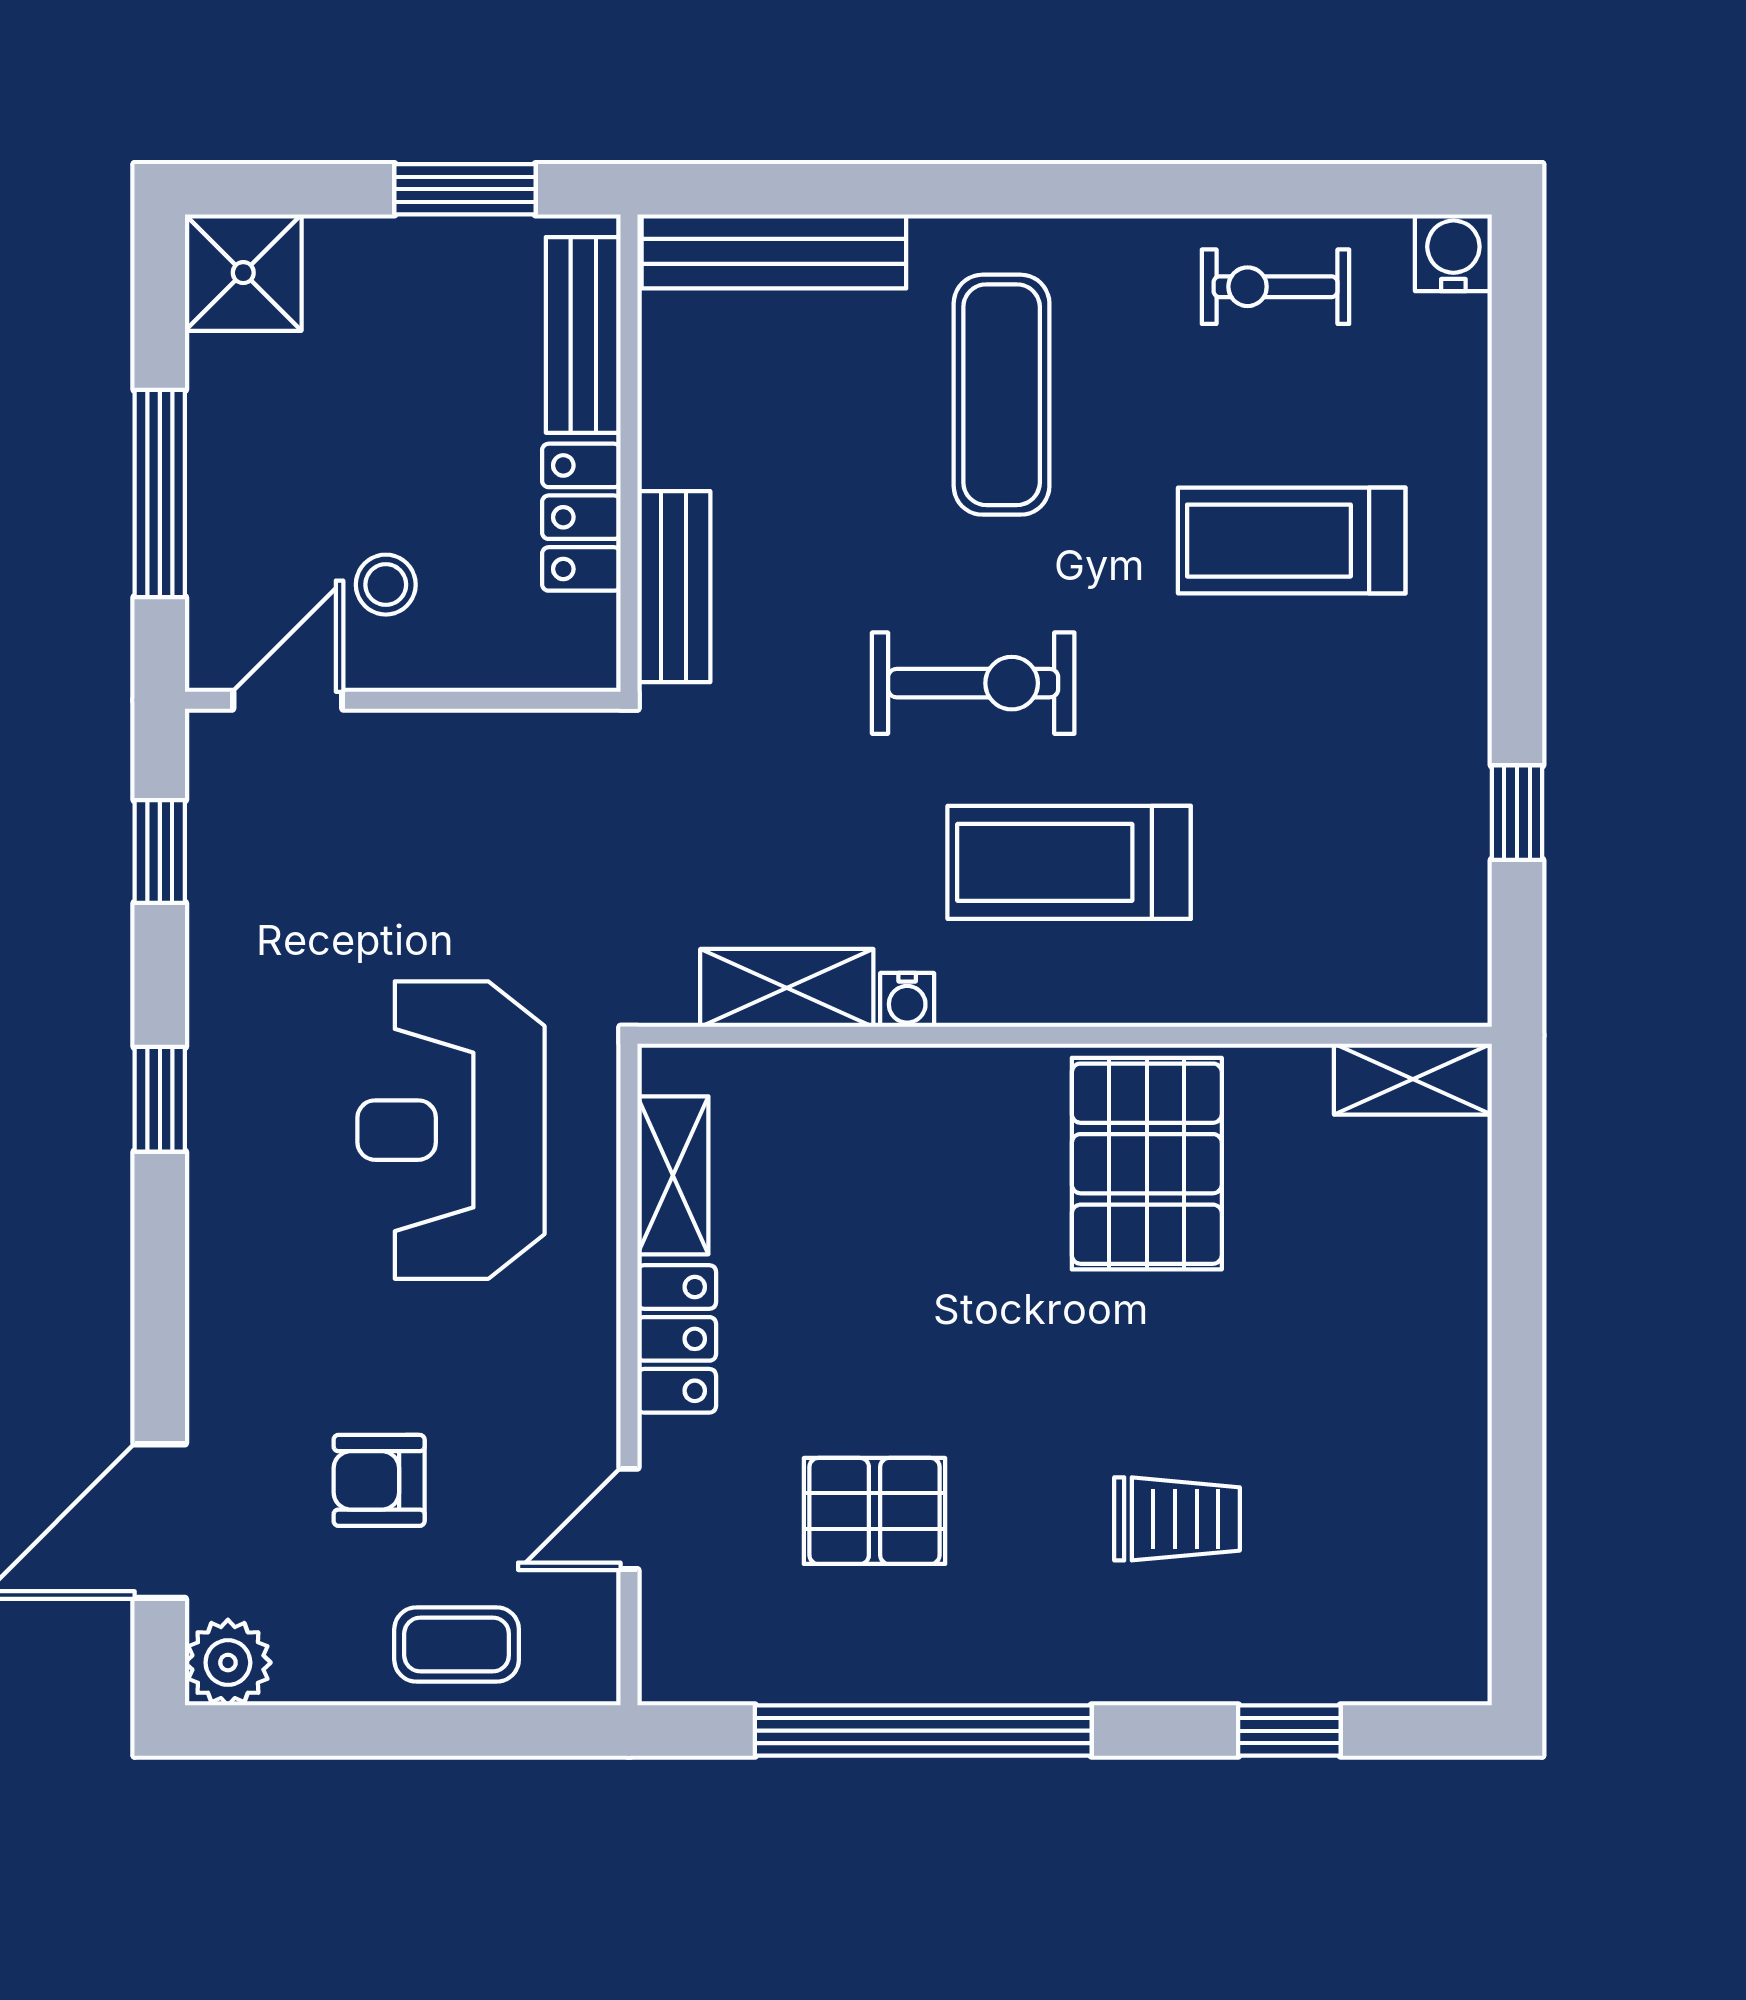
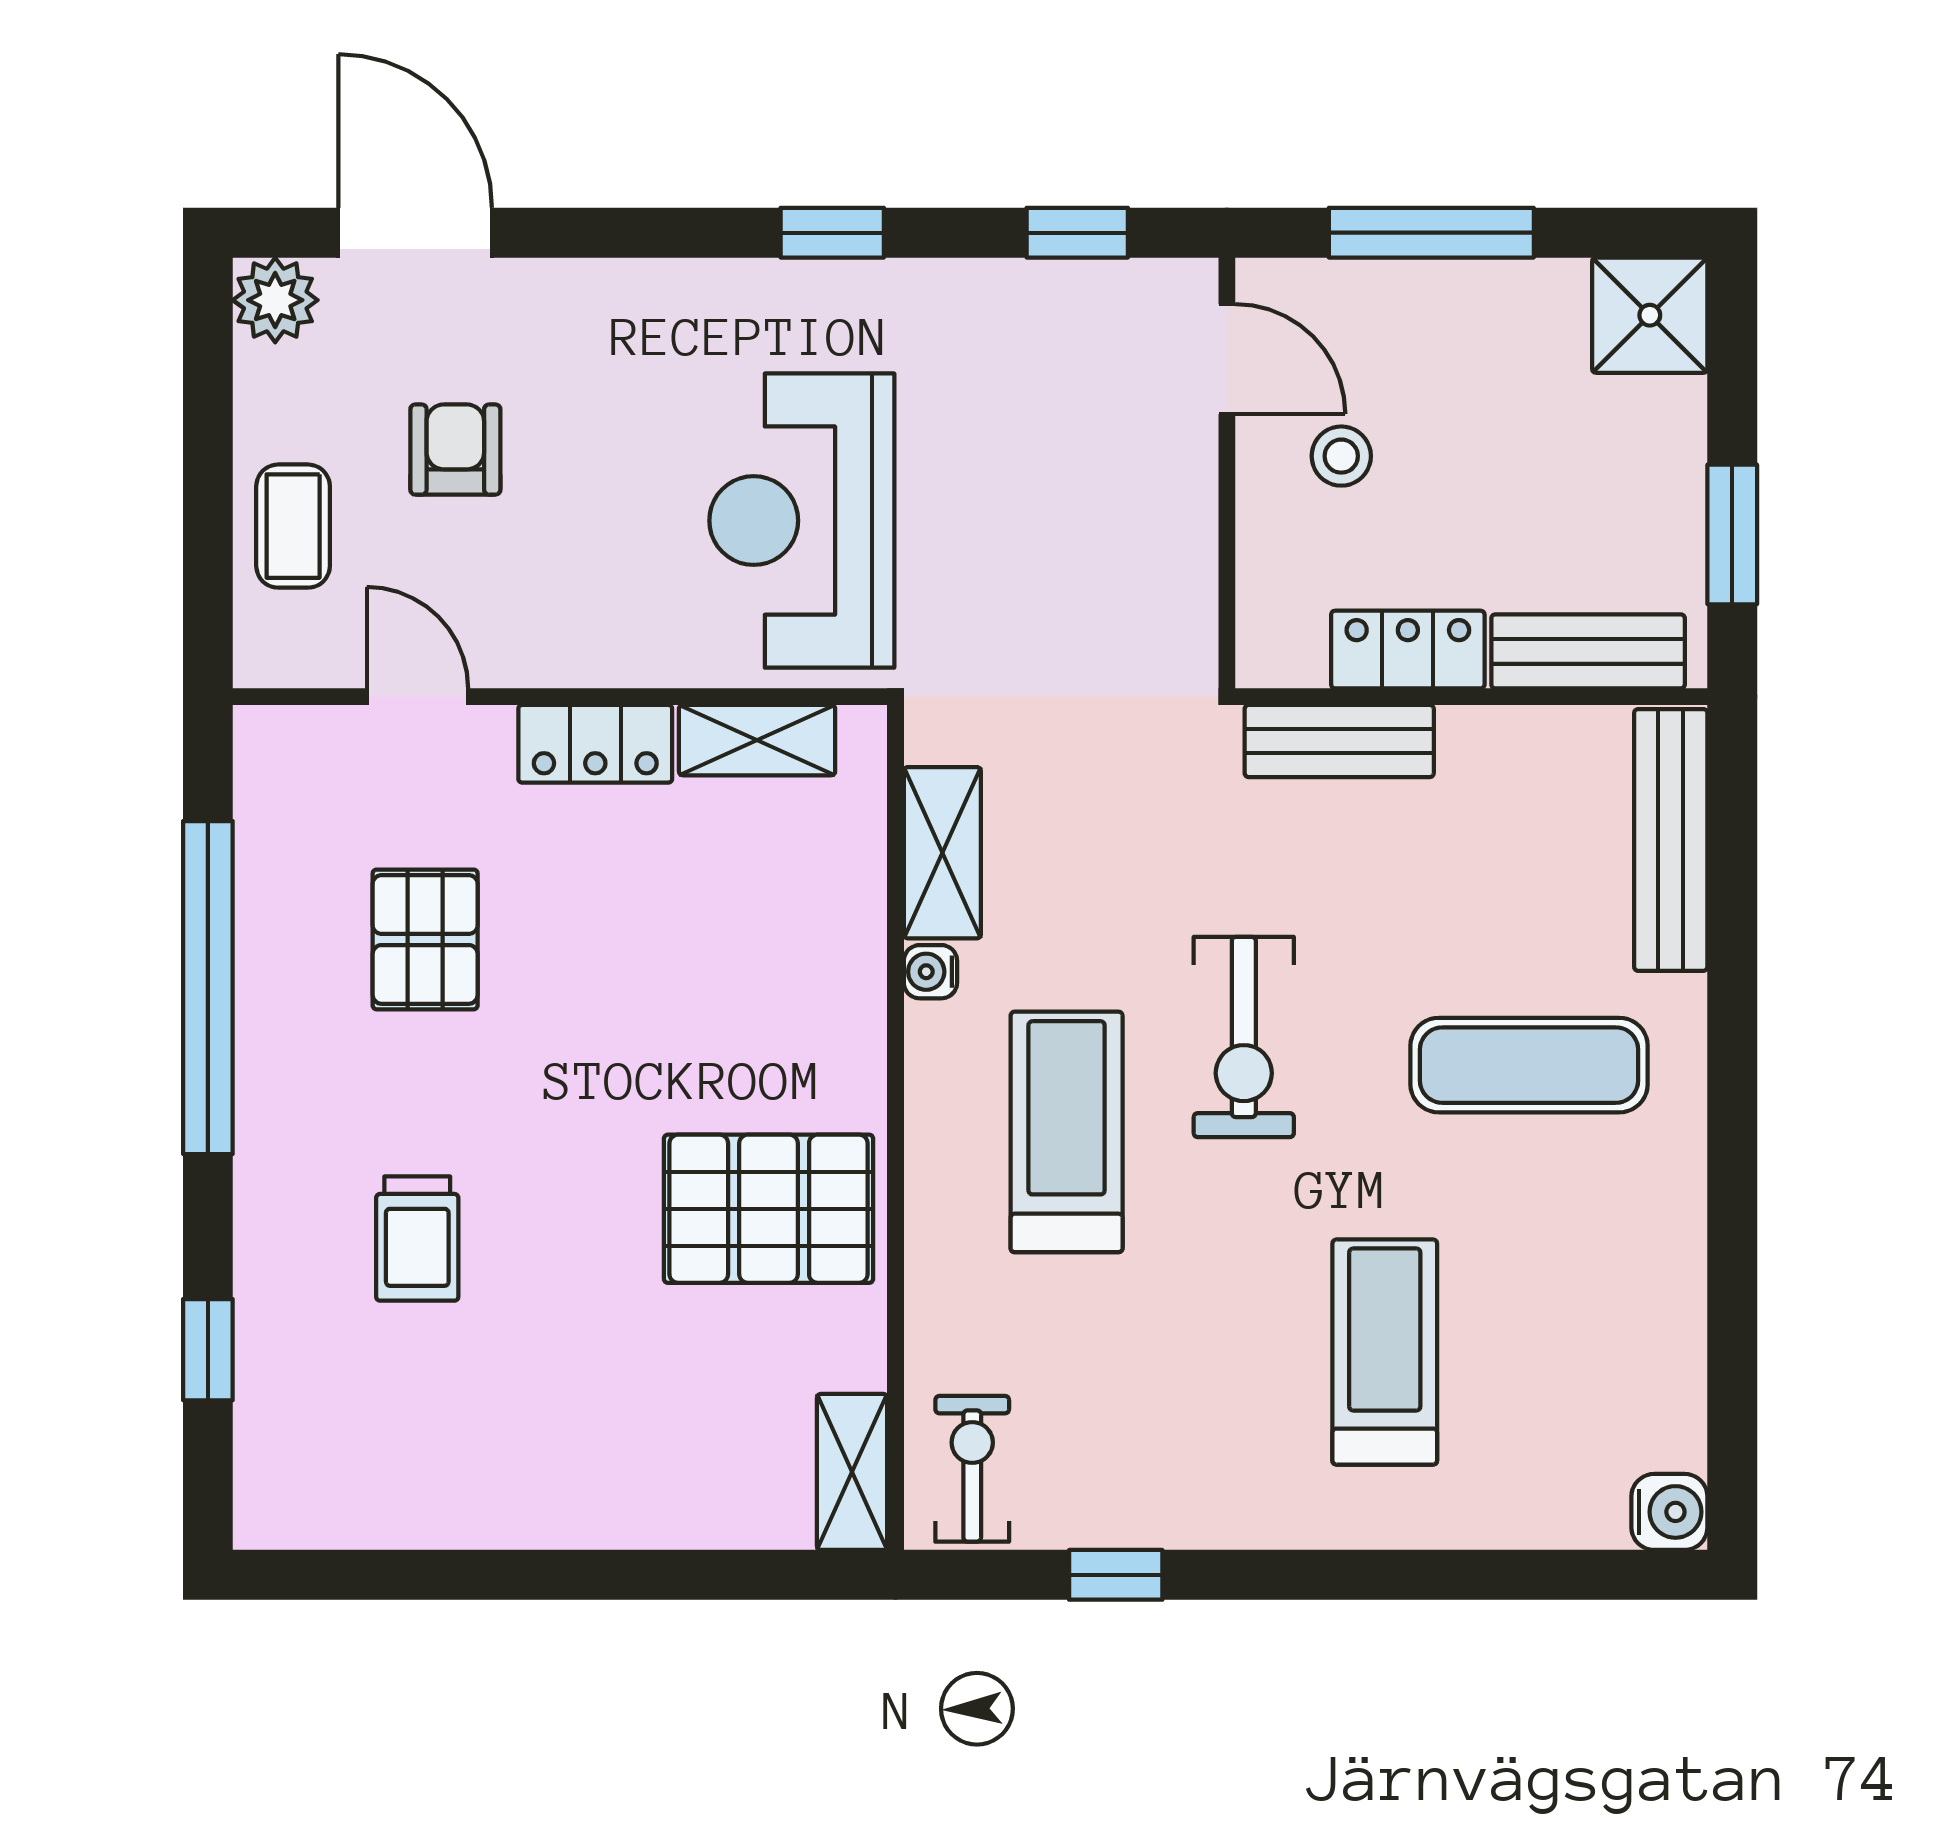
exercise bike: (1276, 287) -> (972, 1469), moved
reception desk: (451, 1130) -> (802, 521), turned -90

